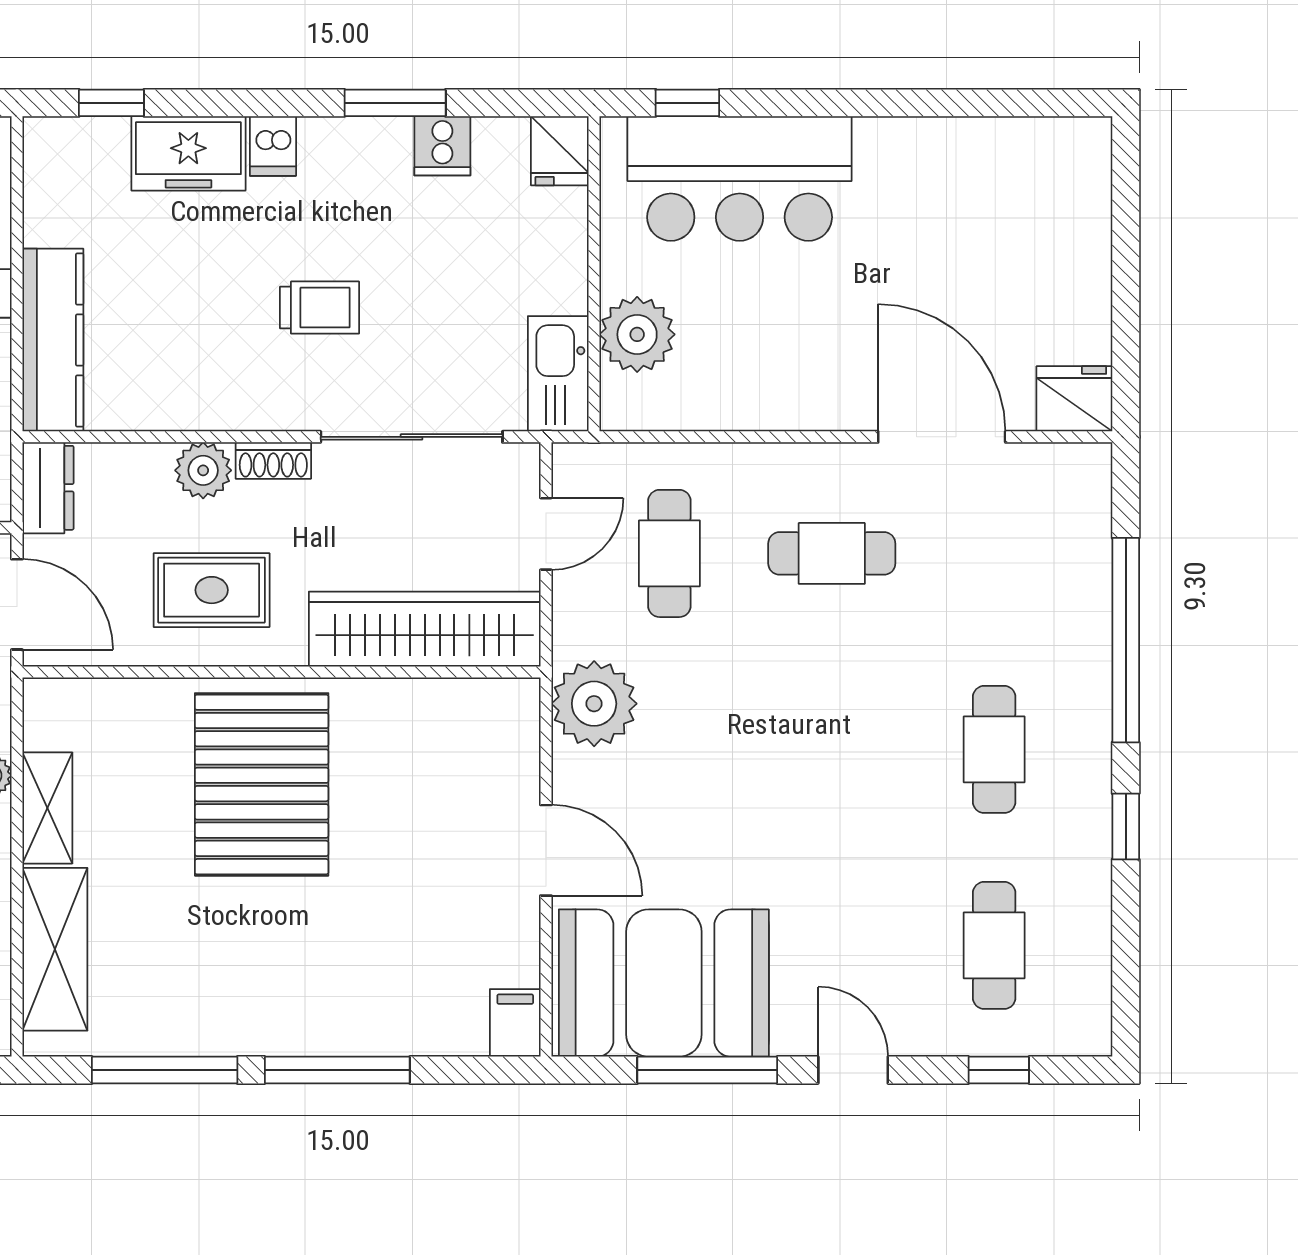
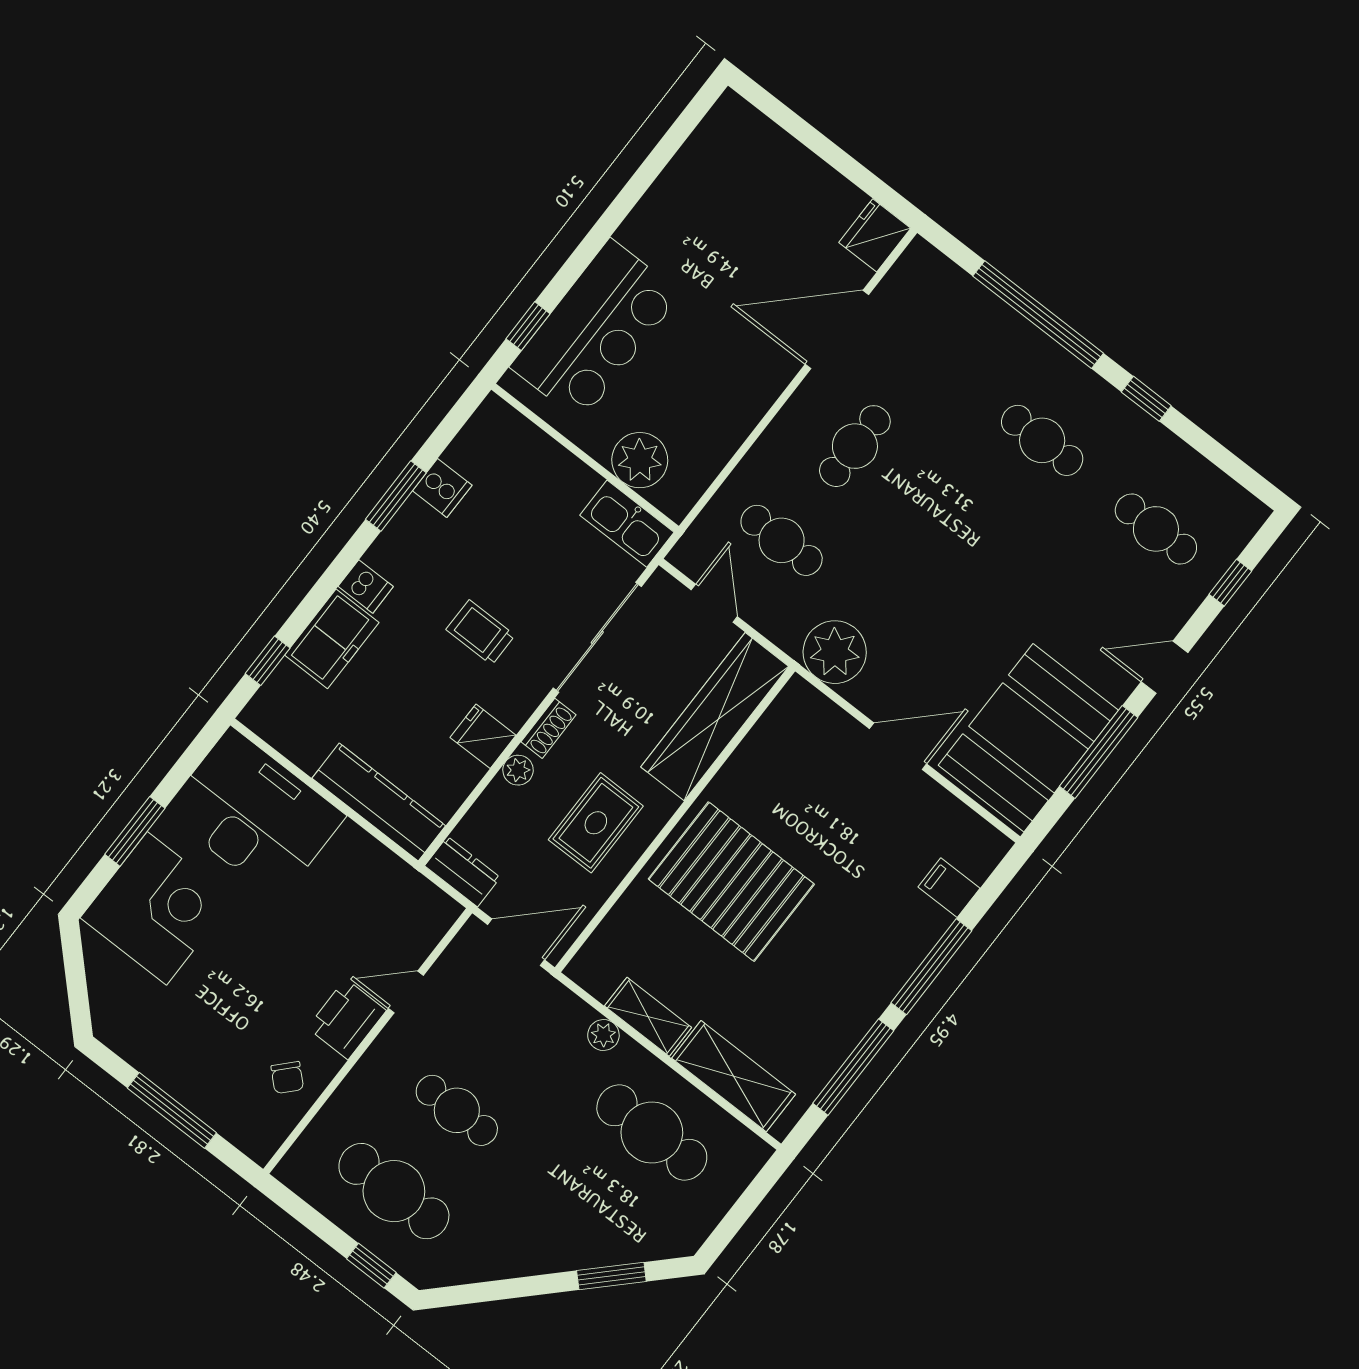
fridge: (560, 151) -> (483, 736), moved, turned 180
trolley: (319, 308) -> (481, 632), turned -90
plant: (203, 470) -> (518, 770), width x0.73, depth x0.73
filing cabinet: (515, 1023) -> (949, 888), moved

